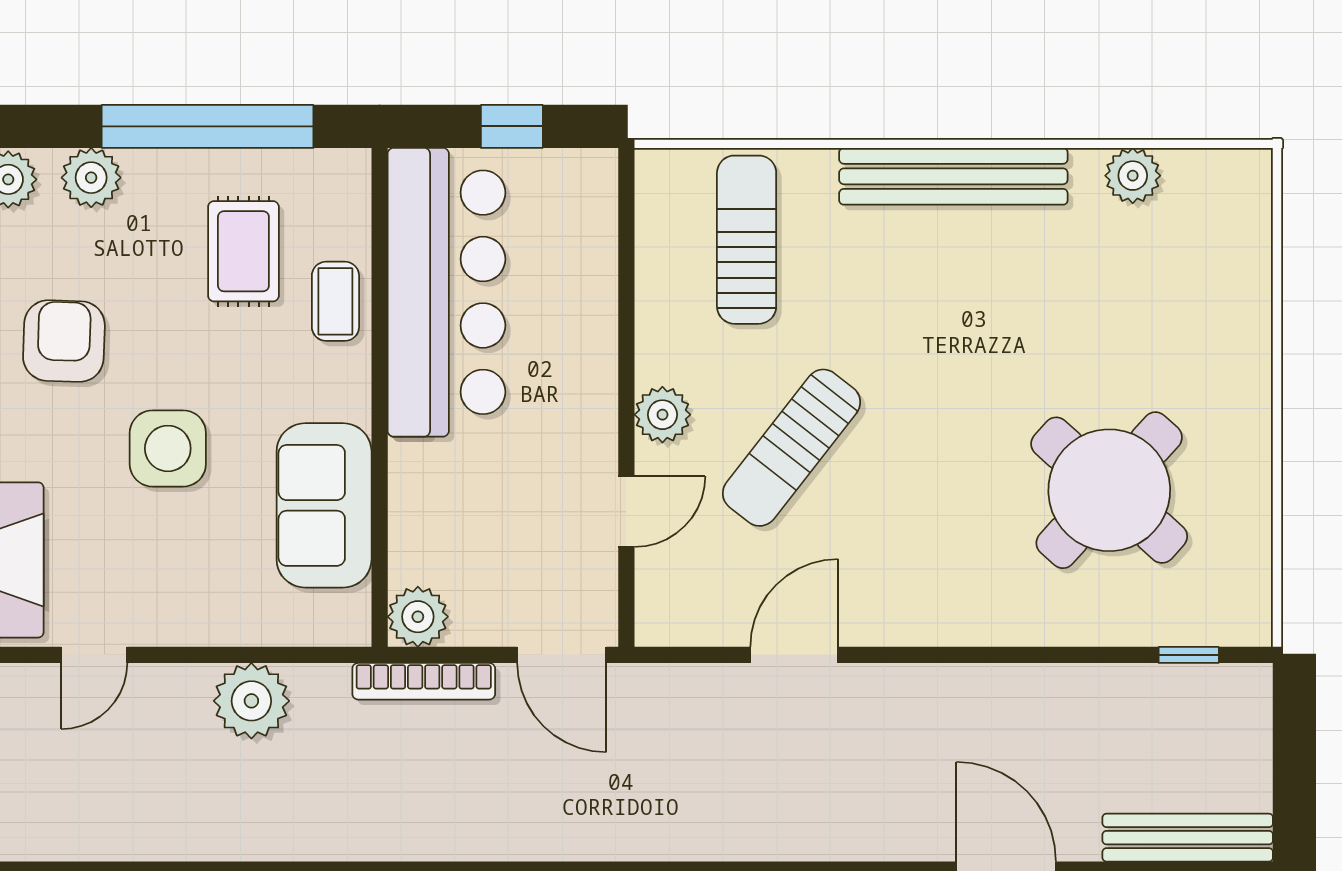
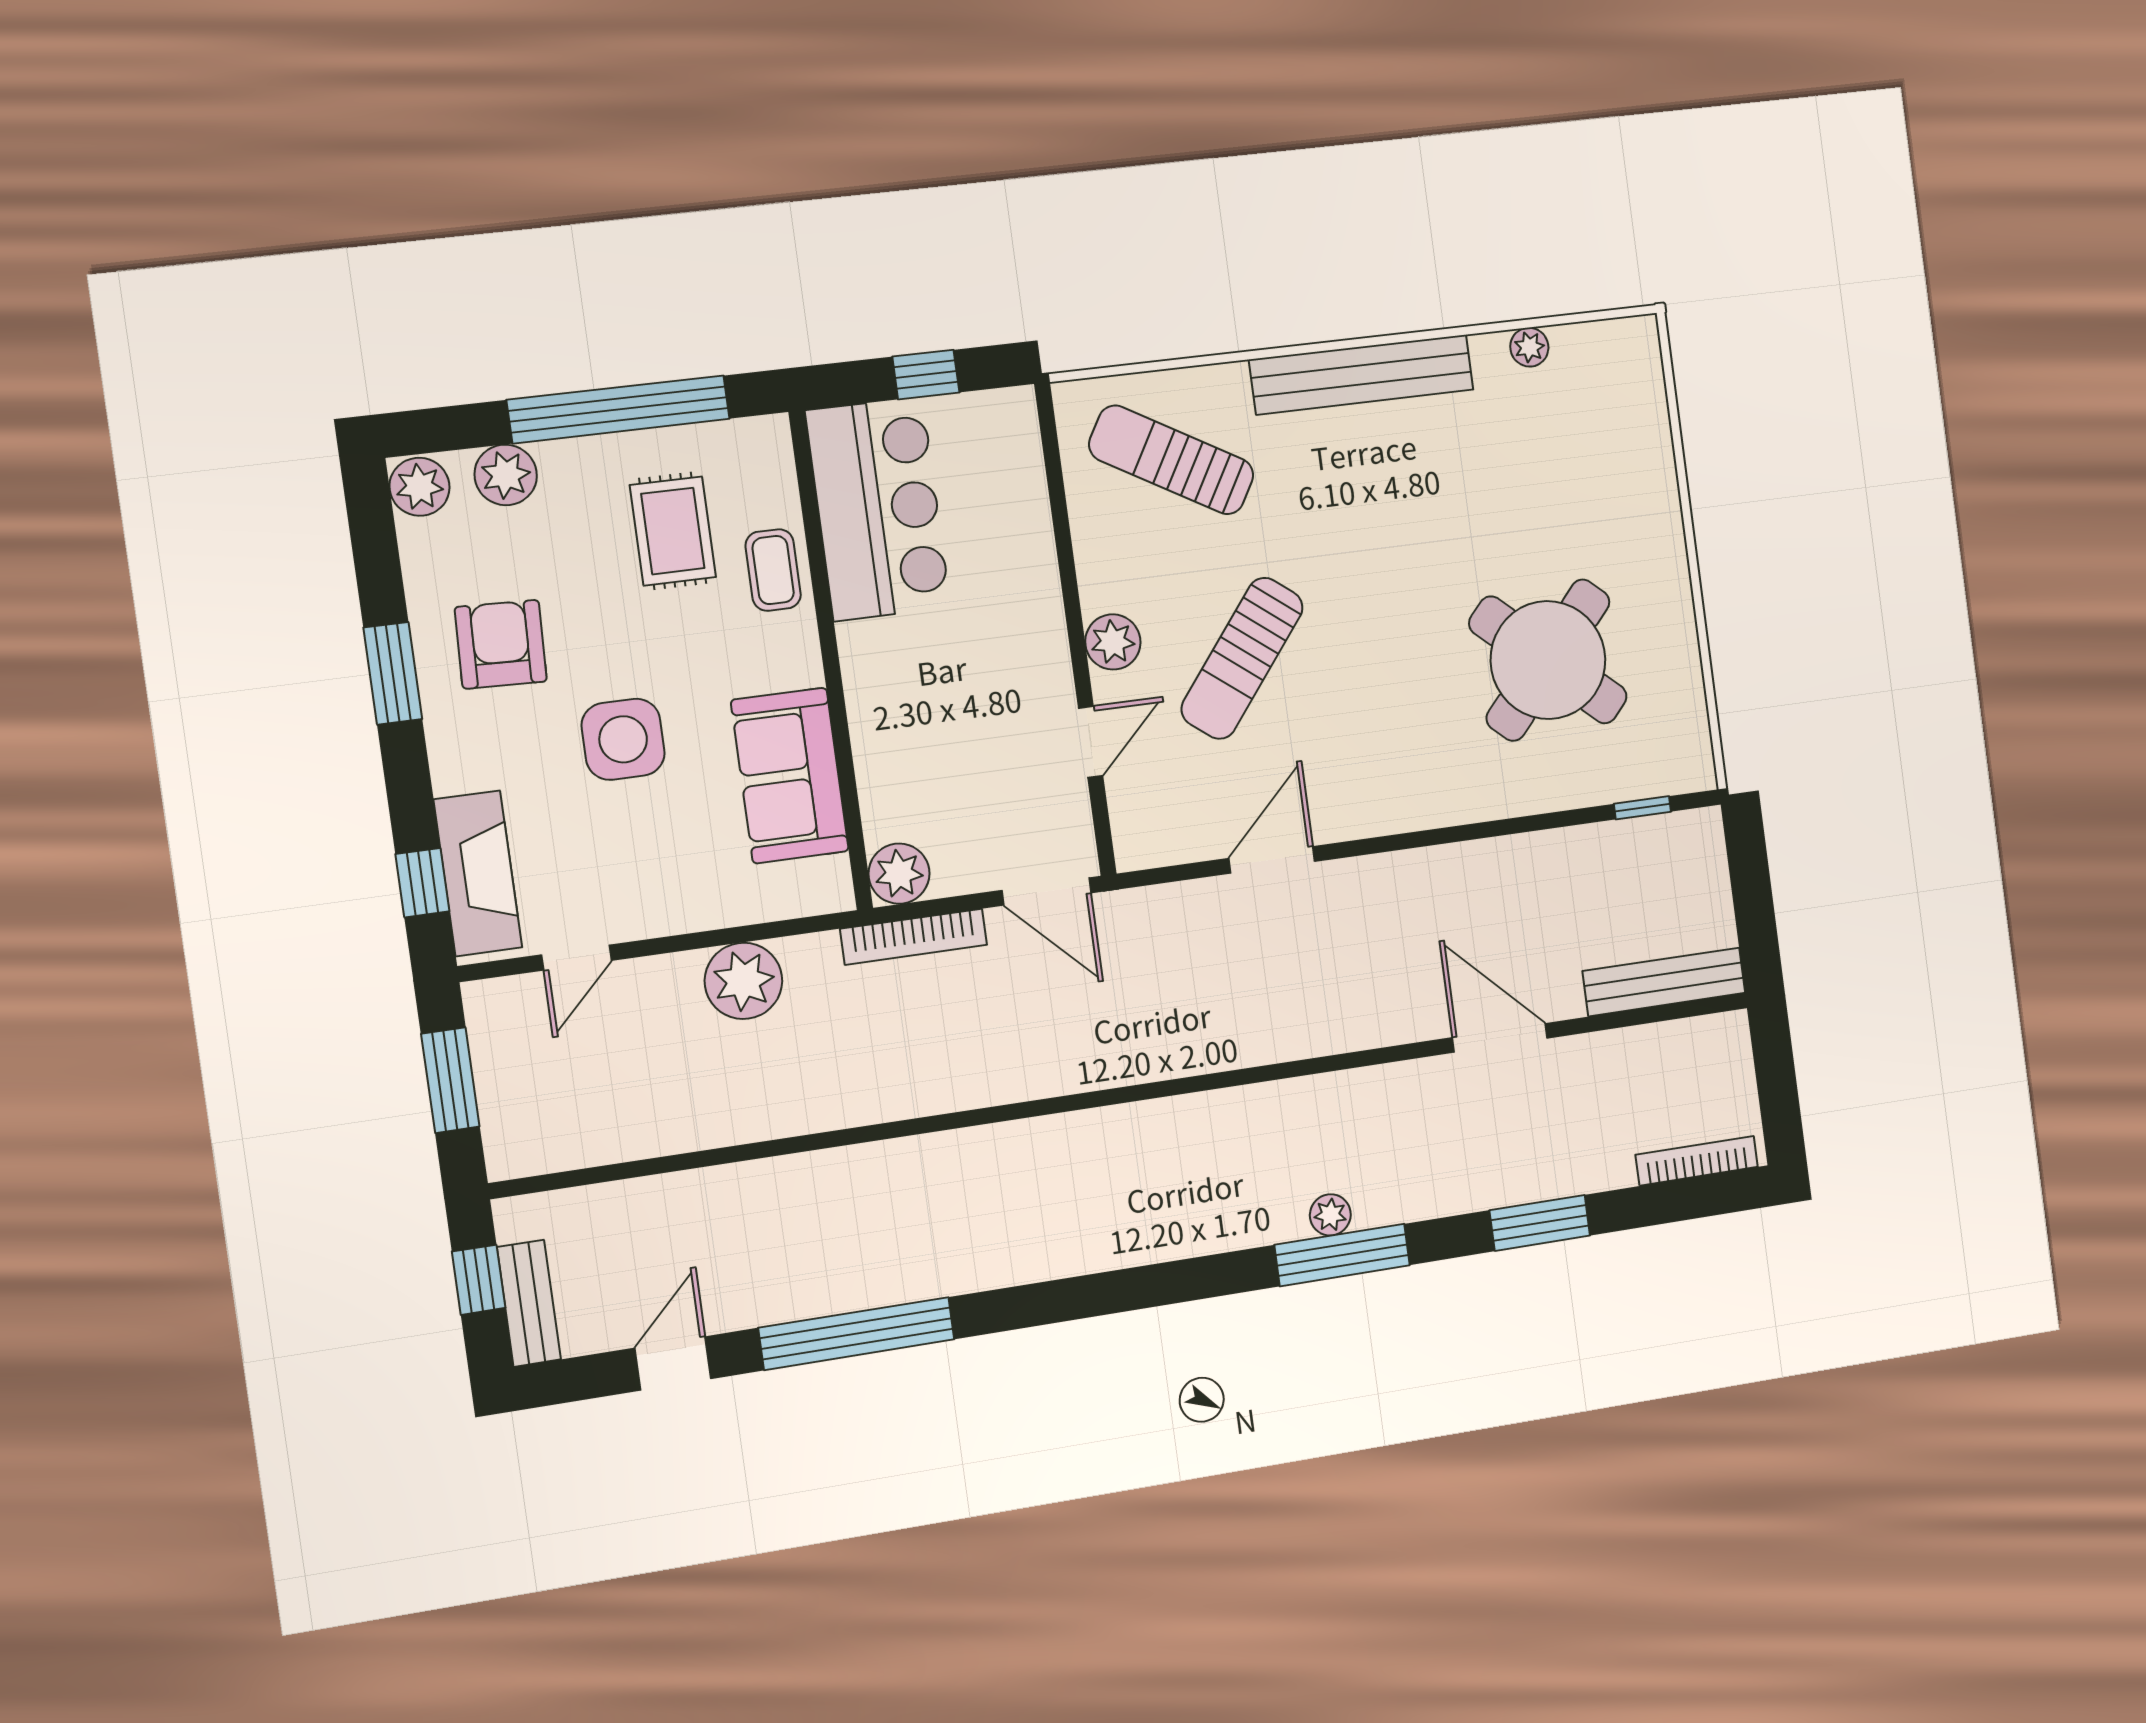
plant: (1133, 176) -> (1529, 347), width x0.73, depth x0.73
sun lounger: (747, 240) -> (1171, 460), turned -60
bar counter: (446, 292) -> (878, 509), width x0.73

